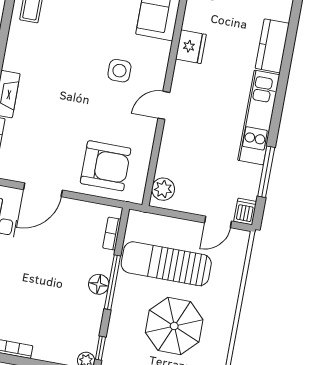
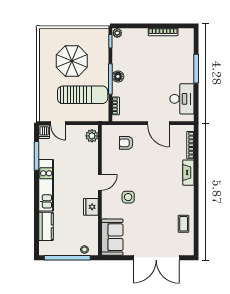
fridge: (191, 47) -> (91, 207), moved
armchair: (106, 166) -> (126, 143), width x0.53, depth x0.53
door: (43, 190) -> (158, 123), swing flipped
door: (218, 222) -> (58, 123), swing flipped

